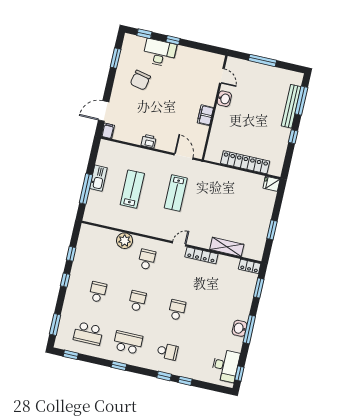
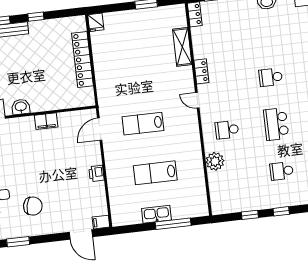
lab bench: (176, 193) -> (143, 124), turned 180
locker: (201, 255) -> (201, 71), width x0.66
school desk: (137, 301) -> (276, 124), width x1.85

